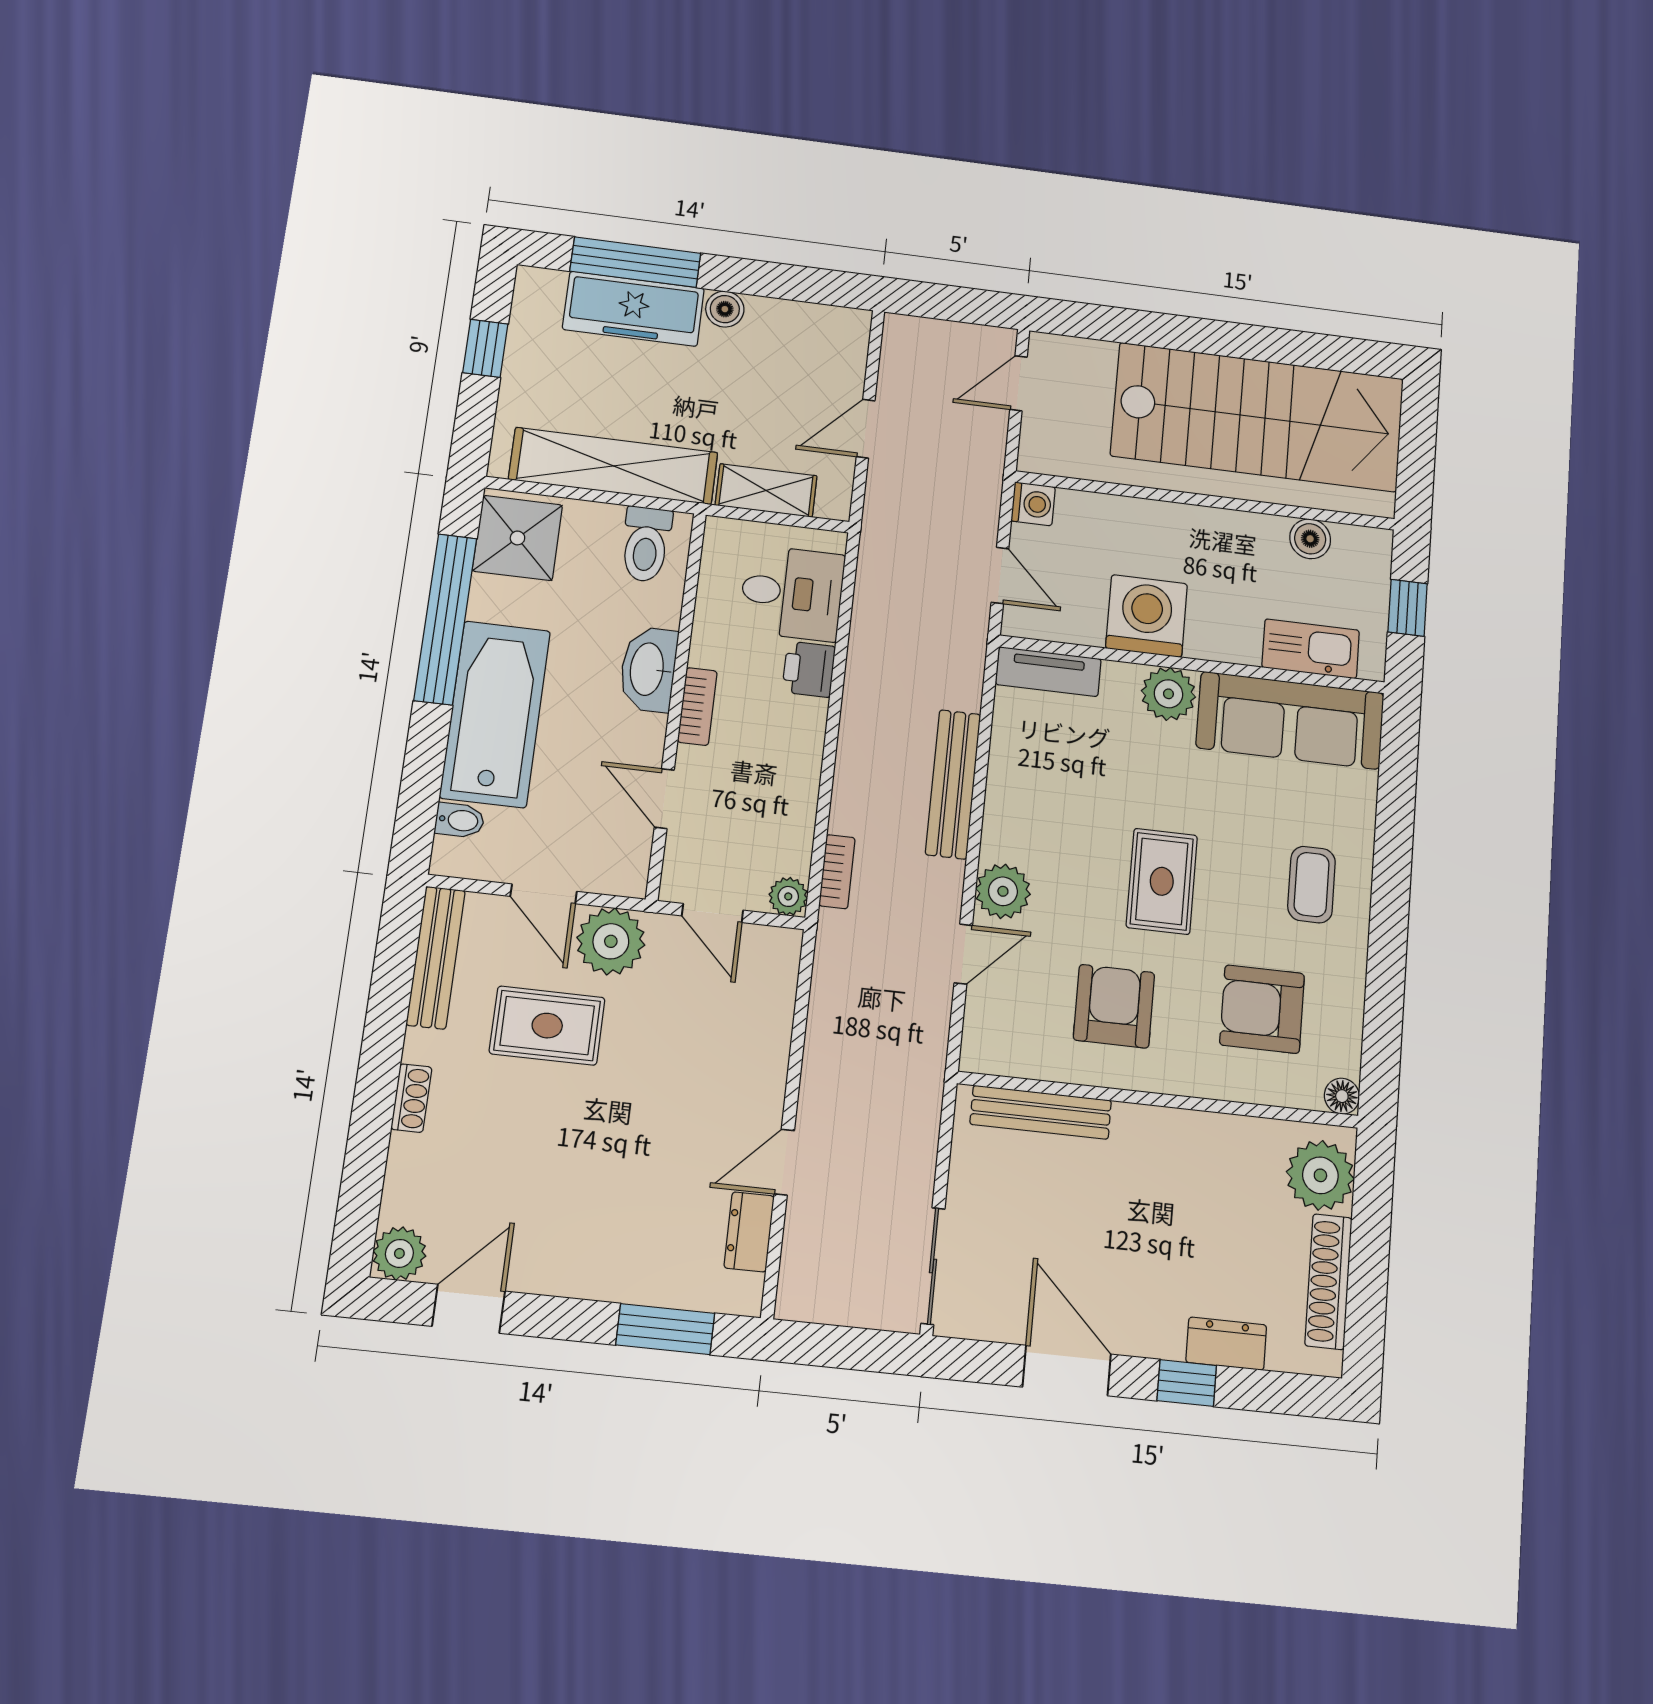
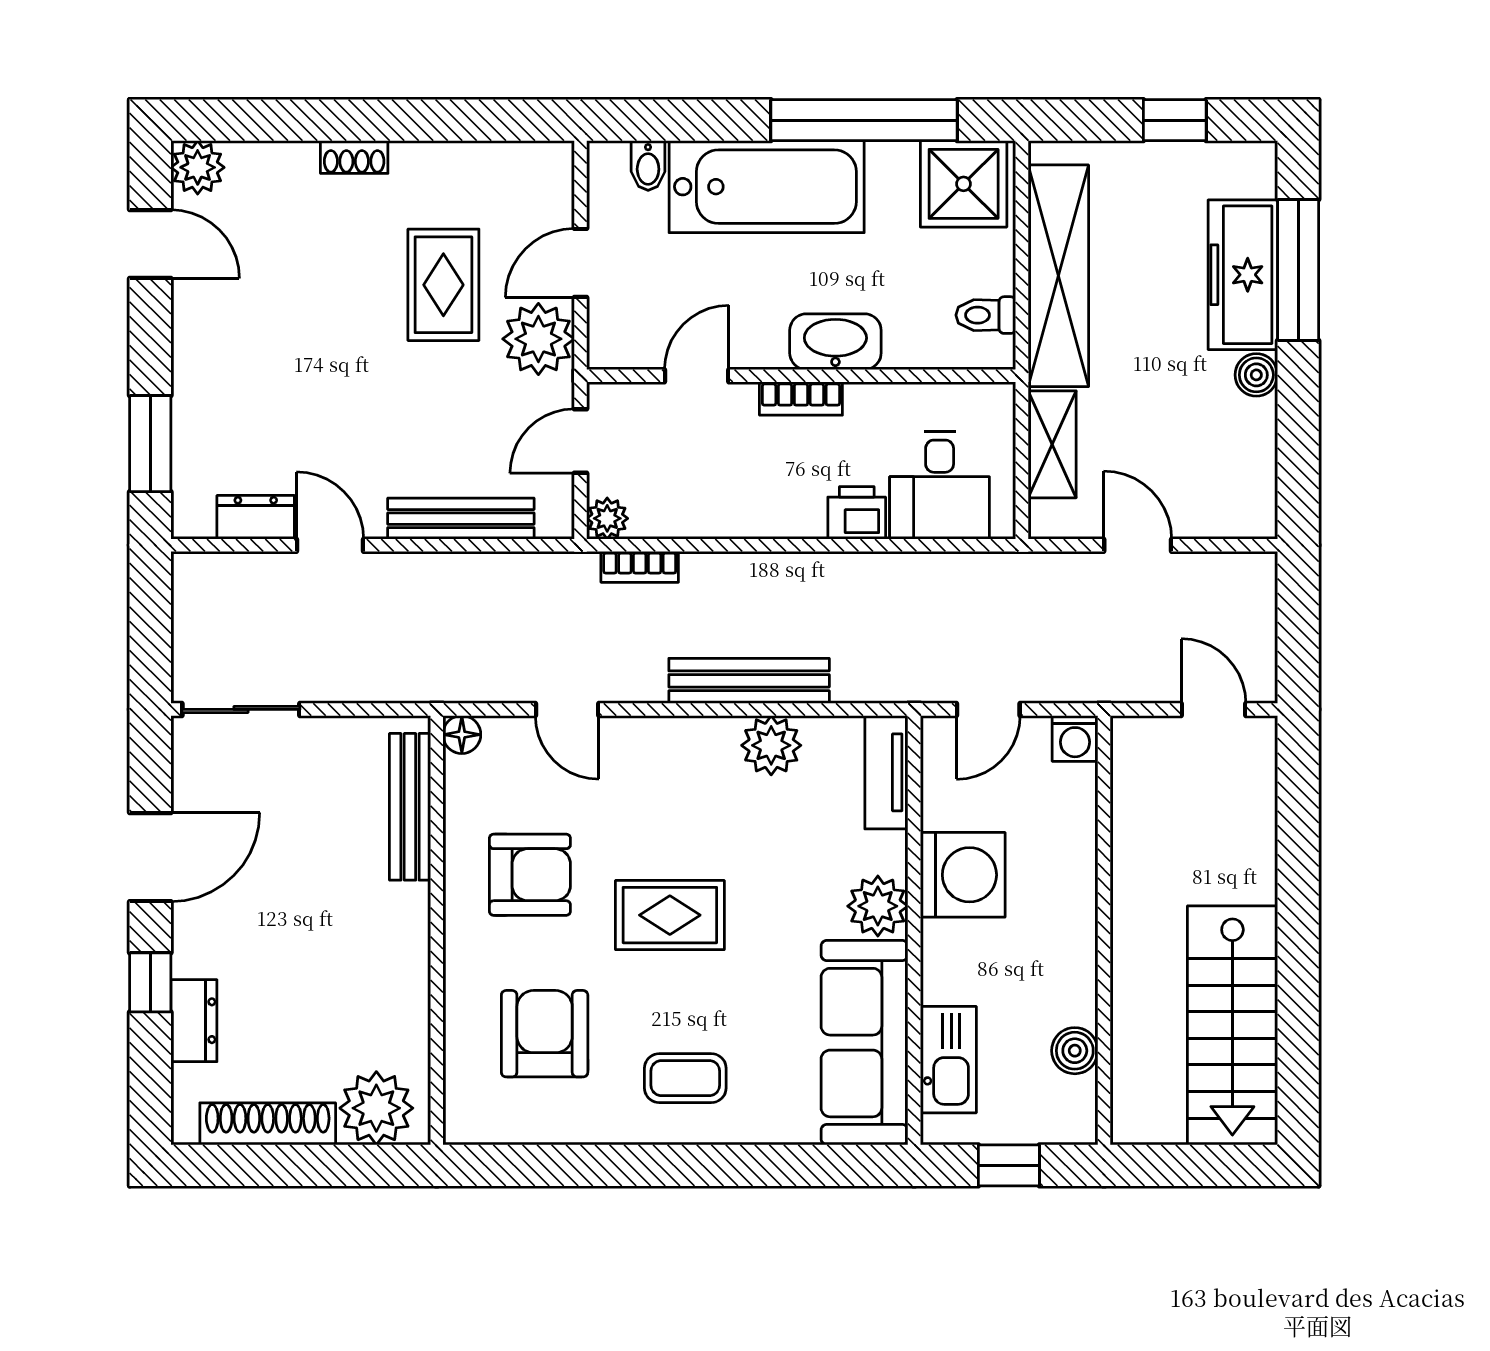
stairs: (1258, 417) -> (1232, 1025), width x0.73, depth x0.66
toilet: (646, 544) -> (986, 315), width x0.73, depth x0.72
plant: (1003, 891) -> (771, 745), moved
bench: (436, 957) -> (461, 519), moved
floor lamp: (1342, 1096) -> (462, 735), moved

